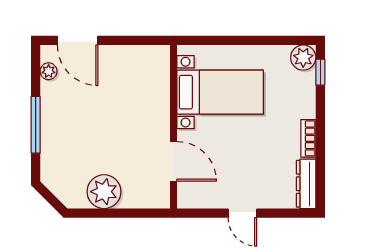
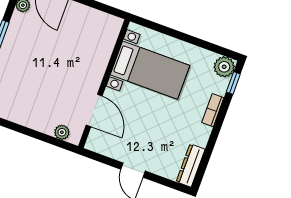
bookcase: (308, 138) -> (213, 110), moved
plant: (104, 192) -> (62, 132), moved, width x0.53, depth x0.53

